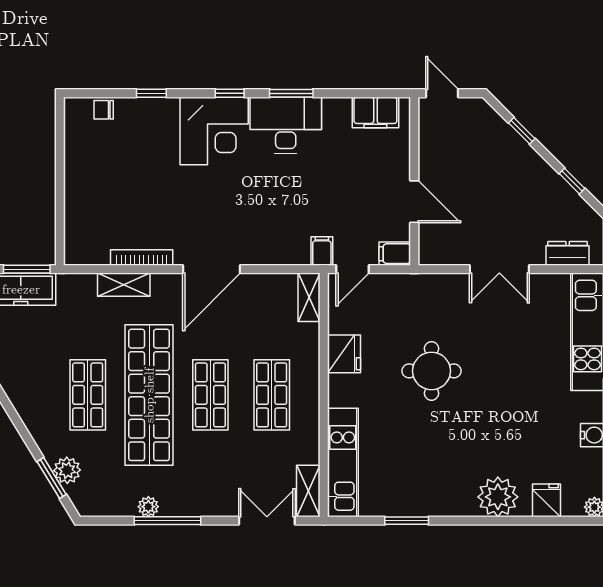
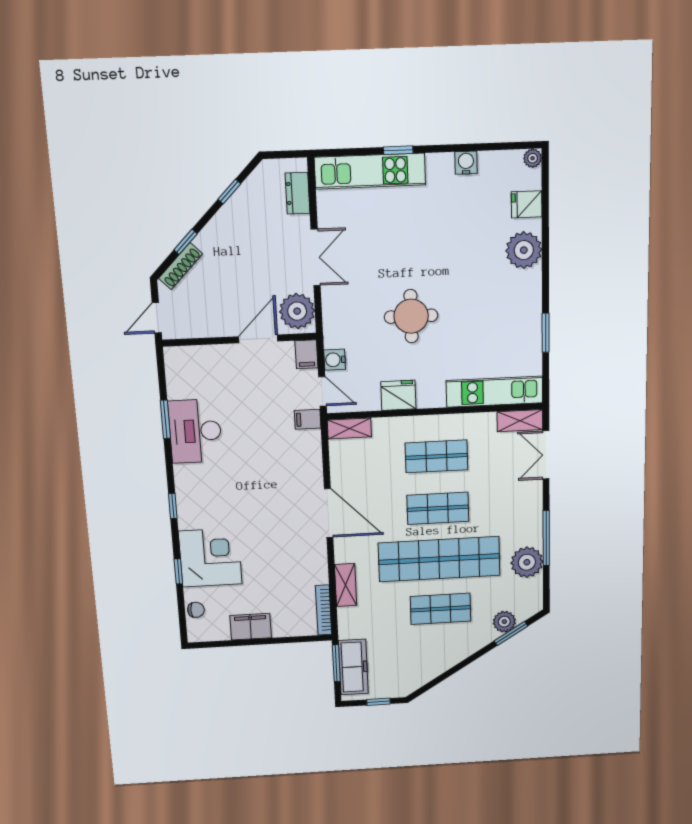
window: (291, 93) -> (165, 419), moved
chair: (104, 110) -> (196, 610), turned -90
filing cabinet: (375, 112) -> (251, 627), moved, turned -90
shoe rack: (496, 123) -> (180, 266), added
desk: (286, 125) -> (195, 431), moved
corner desk: (214, 131) -> (210, 558), moved
plant: (443, 246) -> (297, 311), added
bookcase: (142, 258) -> (324, 610), moved
water cooler: (387, 284) -> (335, 360), added
plant: (148, 507) -> (527, 562), width x1.88, depth x1.88

